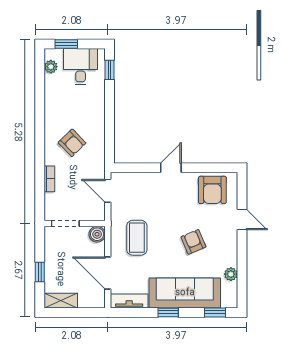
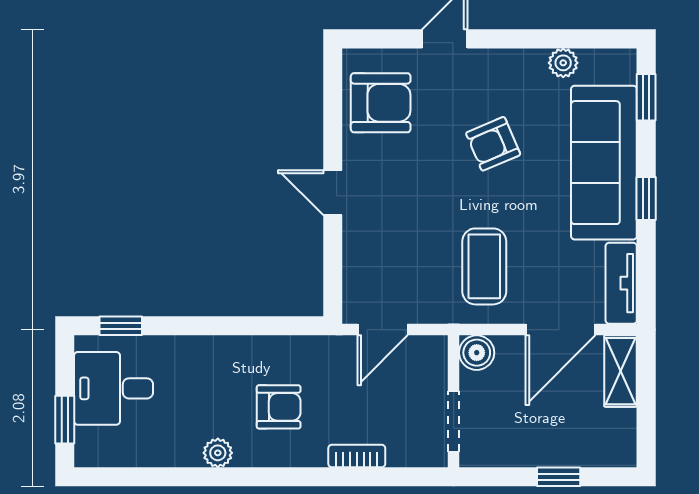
plant: (51, 67) -> (218, 453), moved
armchair: (72, 143) -> (279, 407), turned 44
coffee table: (137, 238) -> (484, 266), turned 90
shelving: (61, 301) -> (621, 371), moved

